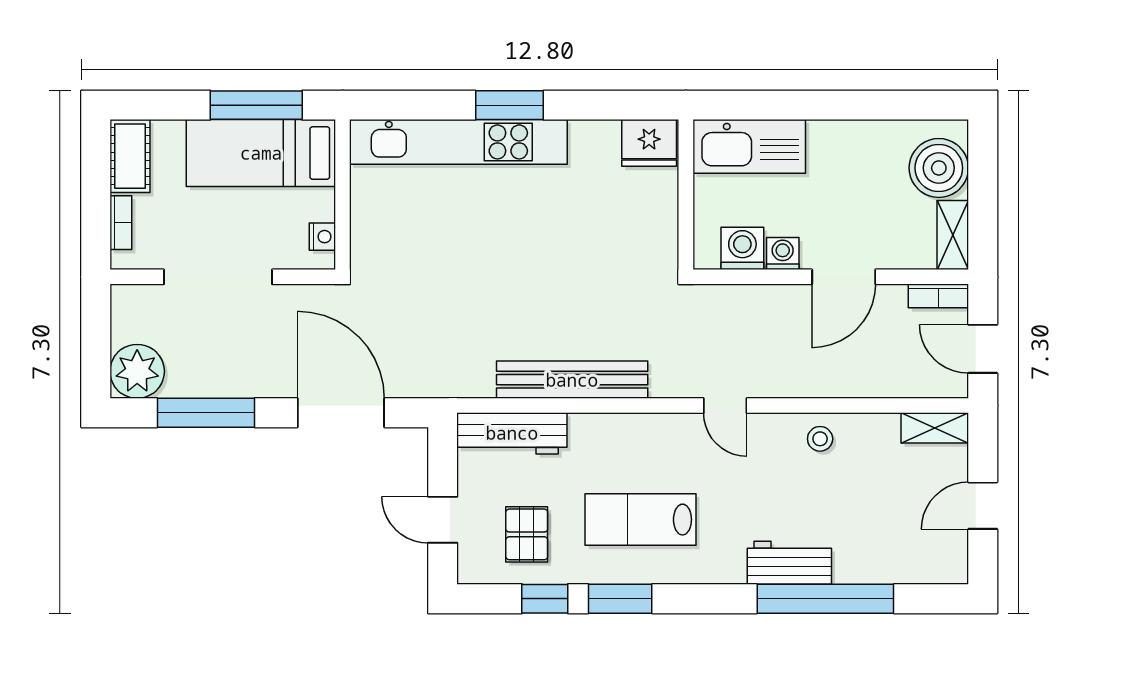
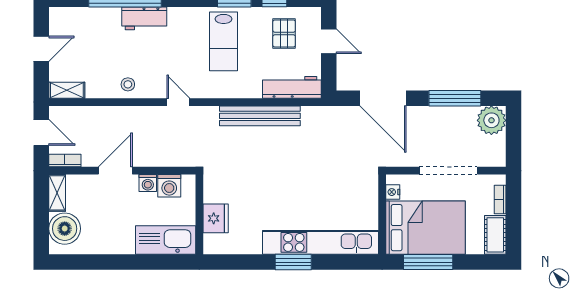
fridge: (649, 143) -> (216, 218), moved, turned 90
bed: (261, 153) -> (426, 228), width x1.50
lab bench: (640, 520) -> (224, 41), turned 90

